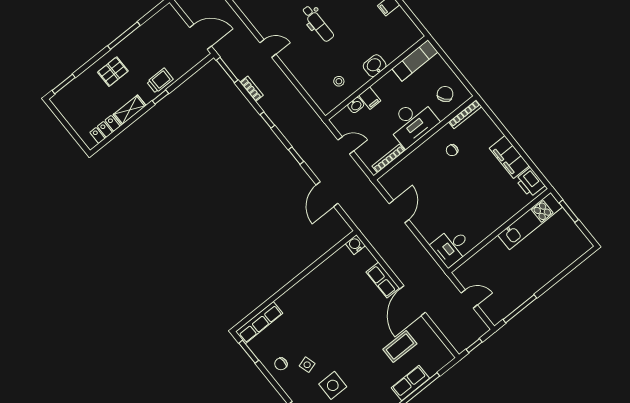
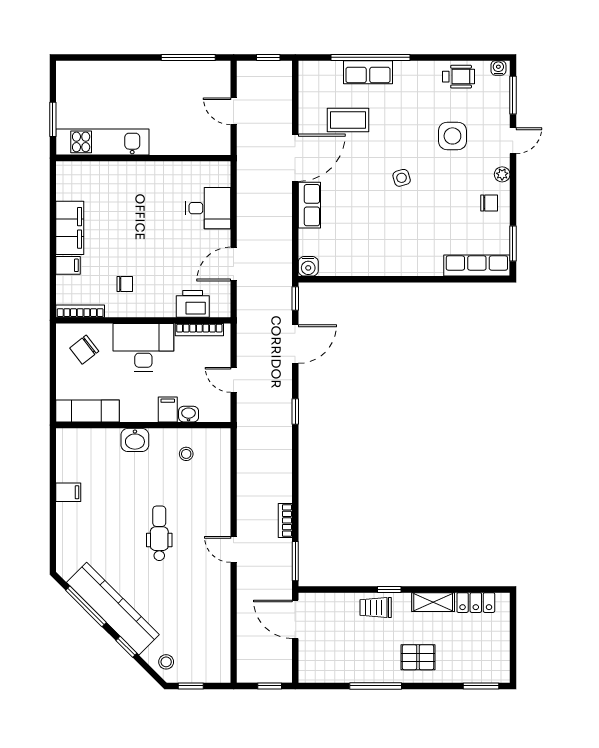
window: (267, 120) -> (295, 299), moved
filing cabinet: (493, 135) -> (68, 265), added
printer: (530, 182) -> (193, 304), moved, turned -90
desk: (451, 247) -> (208, 208), moved
side table: (307, 365) -> (402, 178), moved
plant: (287, 386) -> (502, 174), added

